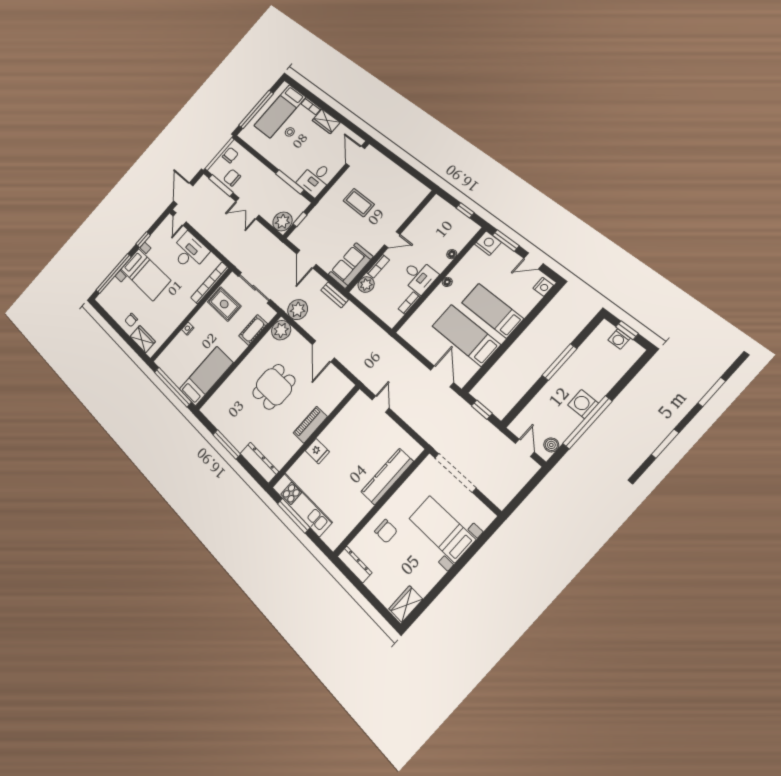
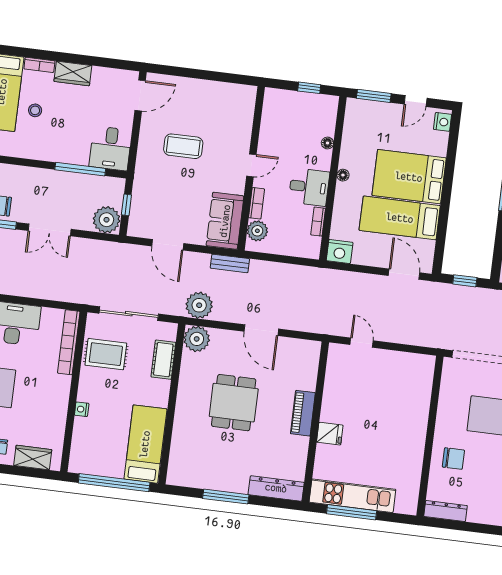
door: (355, 156) -> (140, 95), swing flipped
nightstand: (488, 243) -> (340, 251), moved, turned 180
bed: (492, 311) -> (409, 177), width x1.50
kitchen counter: (387, 477) -> (418, 407), removed

